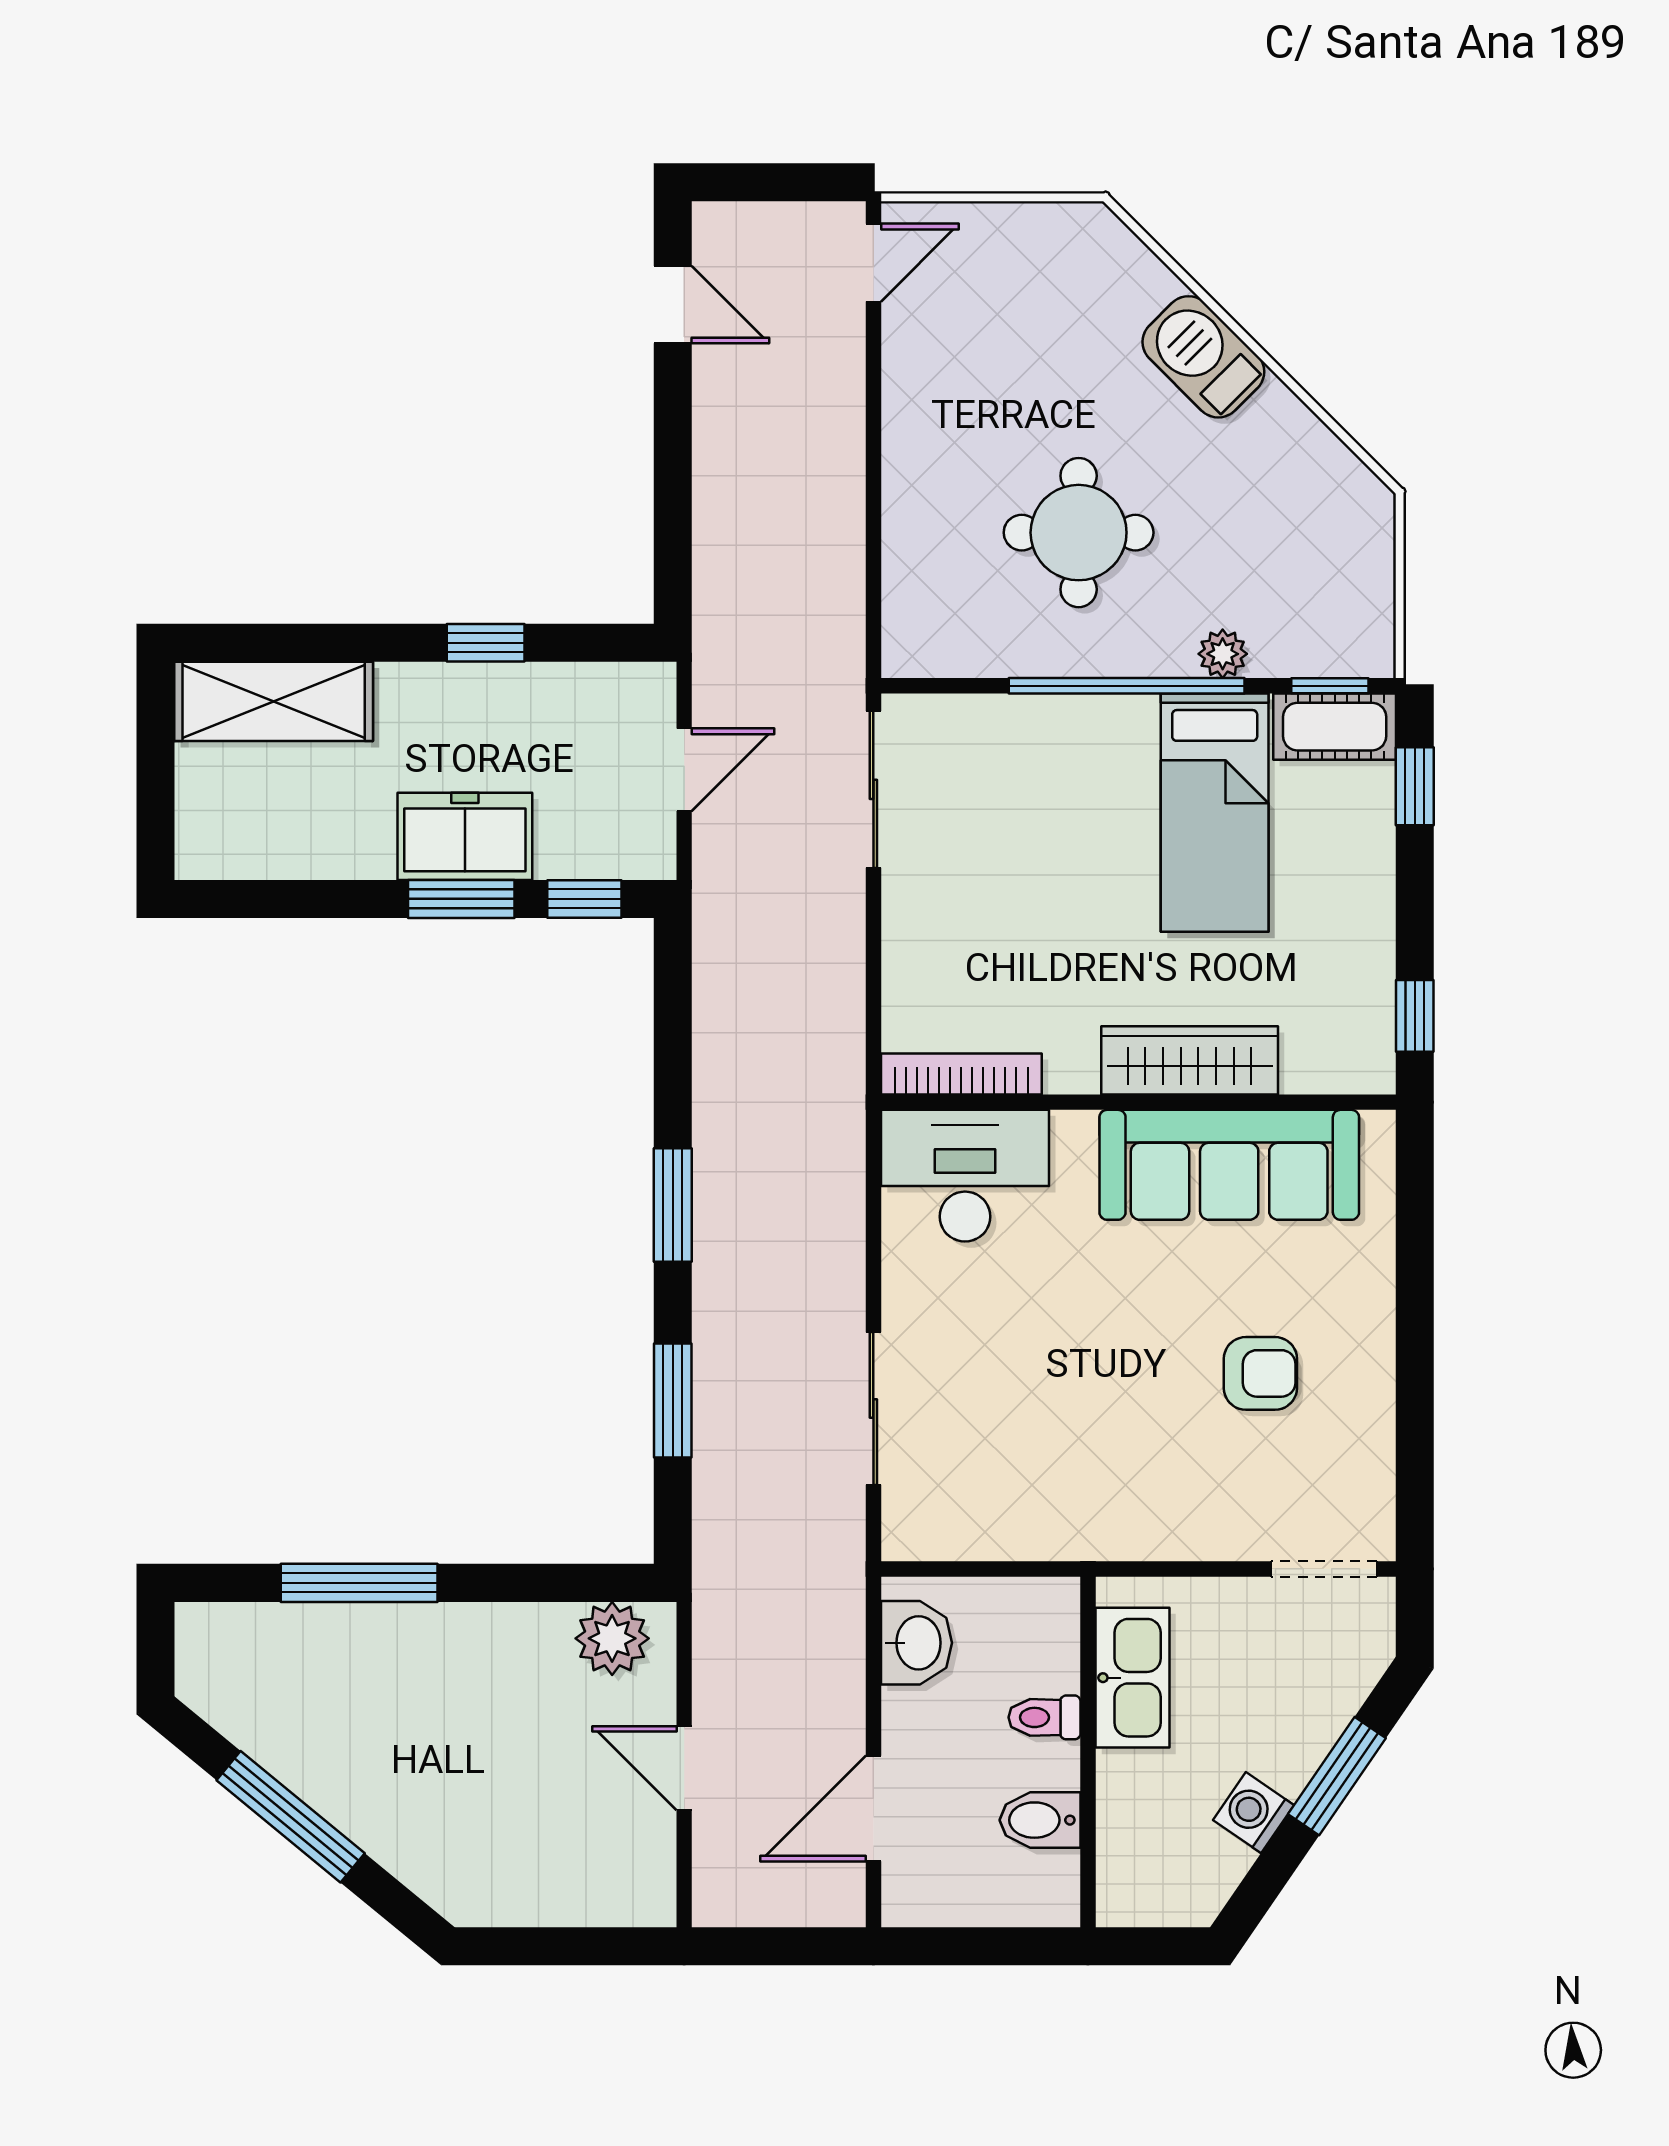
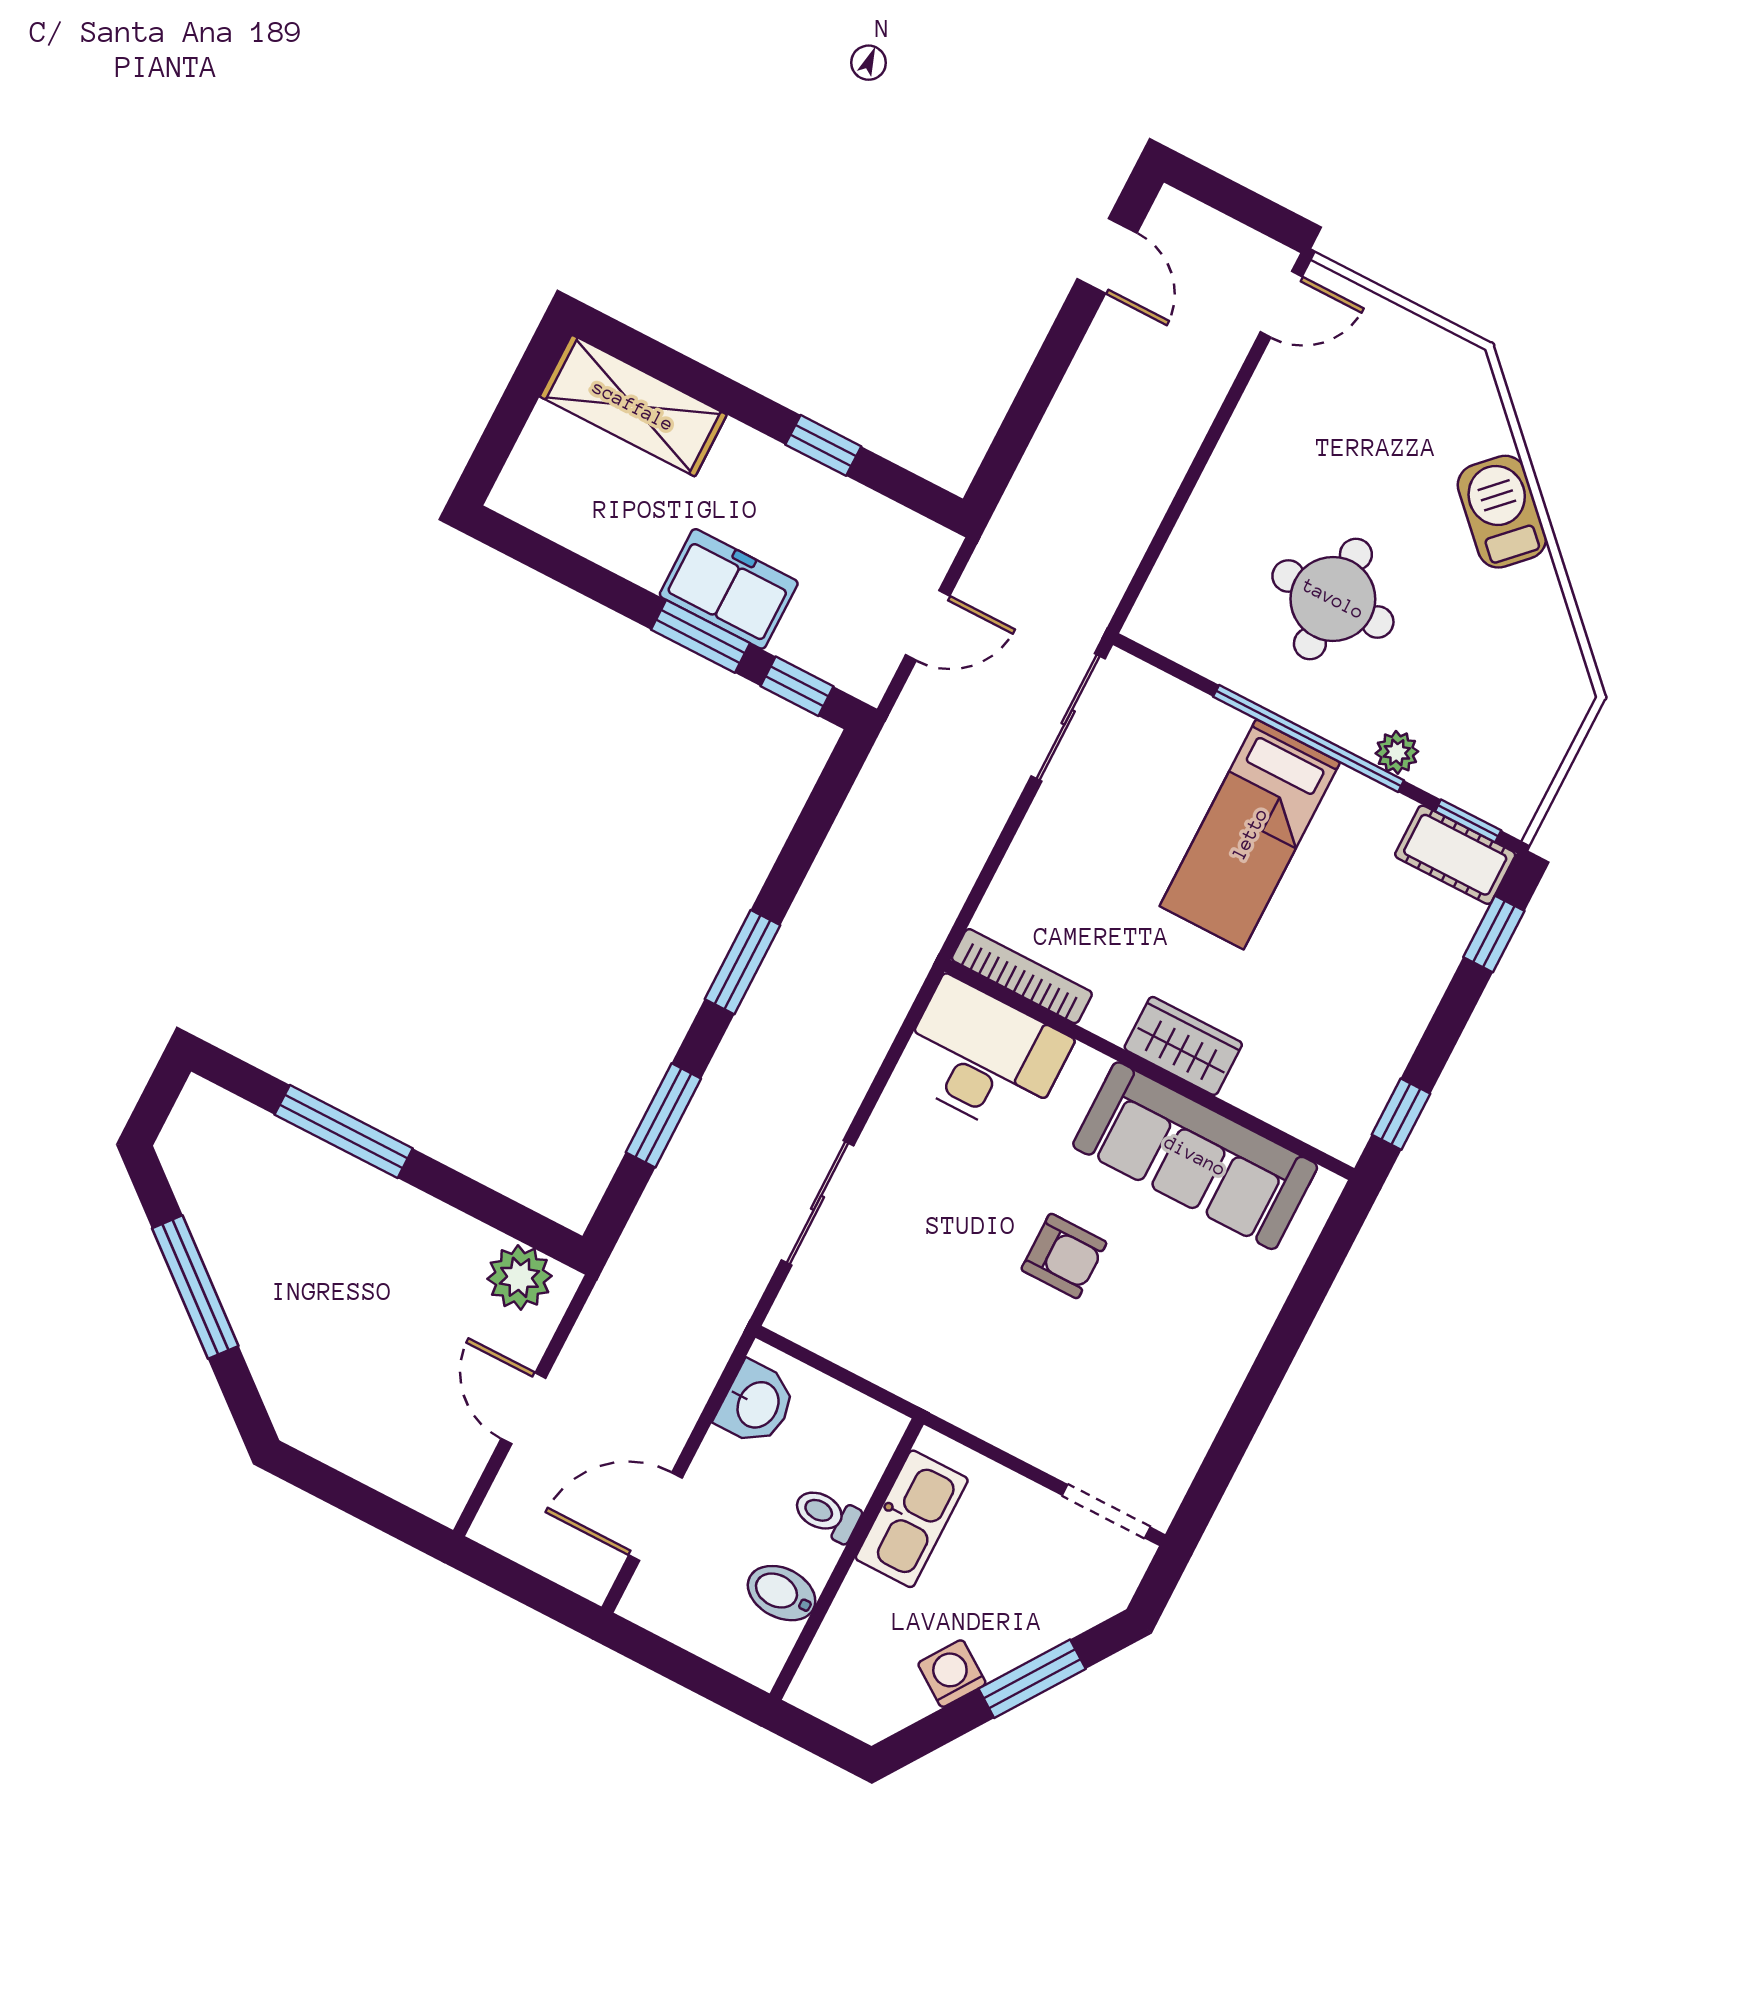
bed: (1215, 813) -> (1250, 834), moved
wardrobe: (1190, 1060) -> (1183, 1046), width x0.67
armchair: (1260, 1373) -> (1064, 1256), moved

